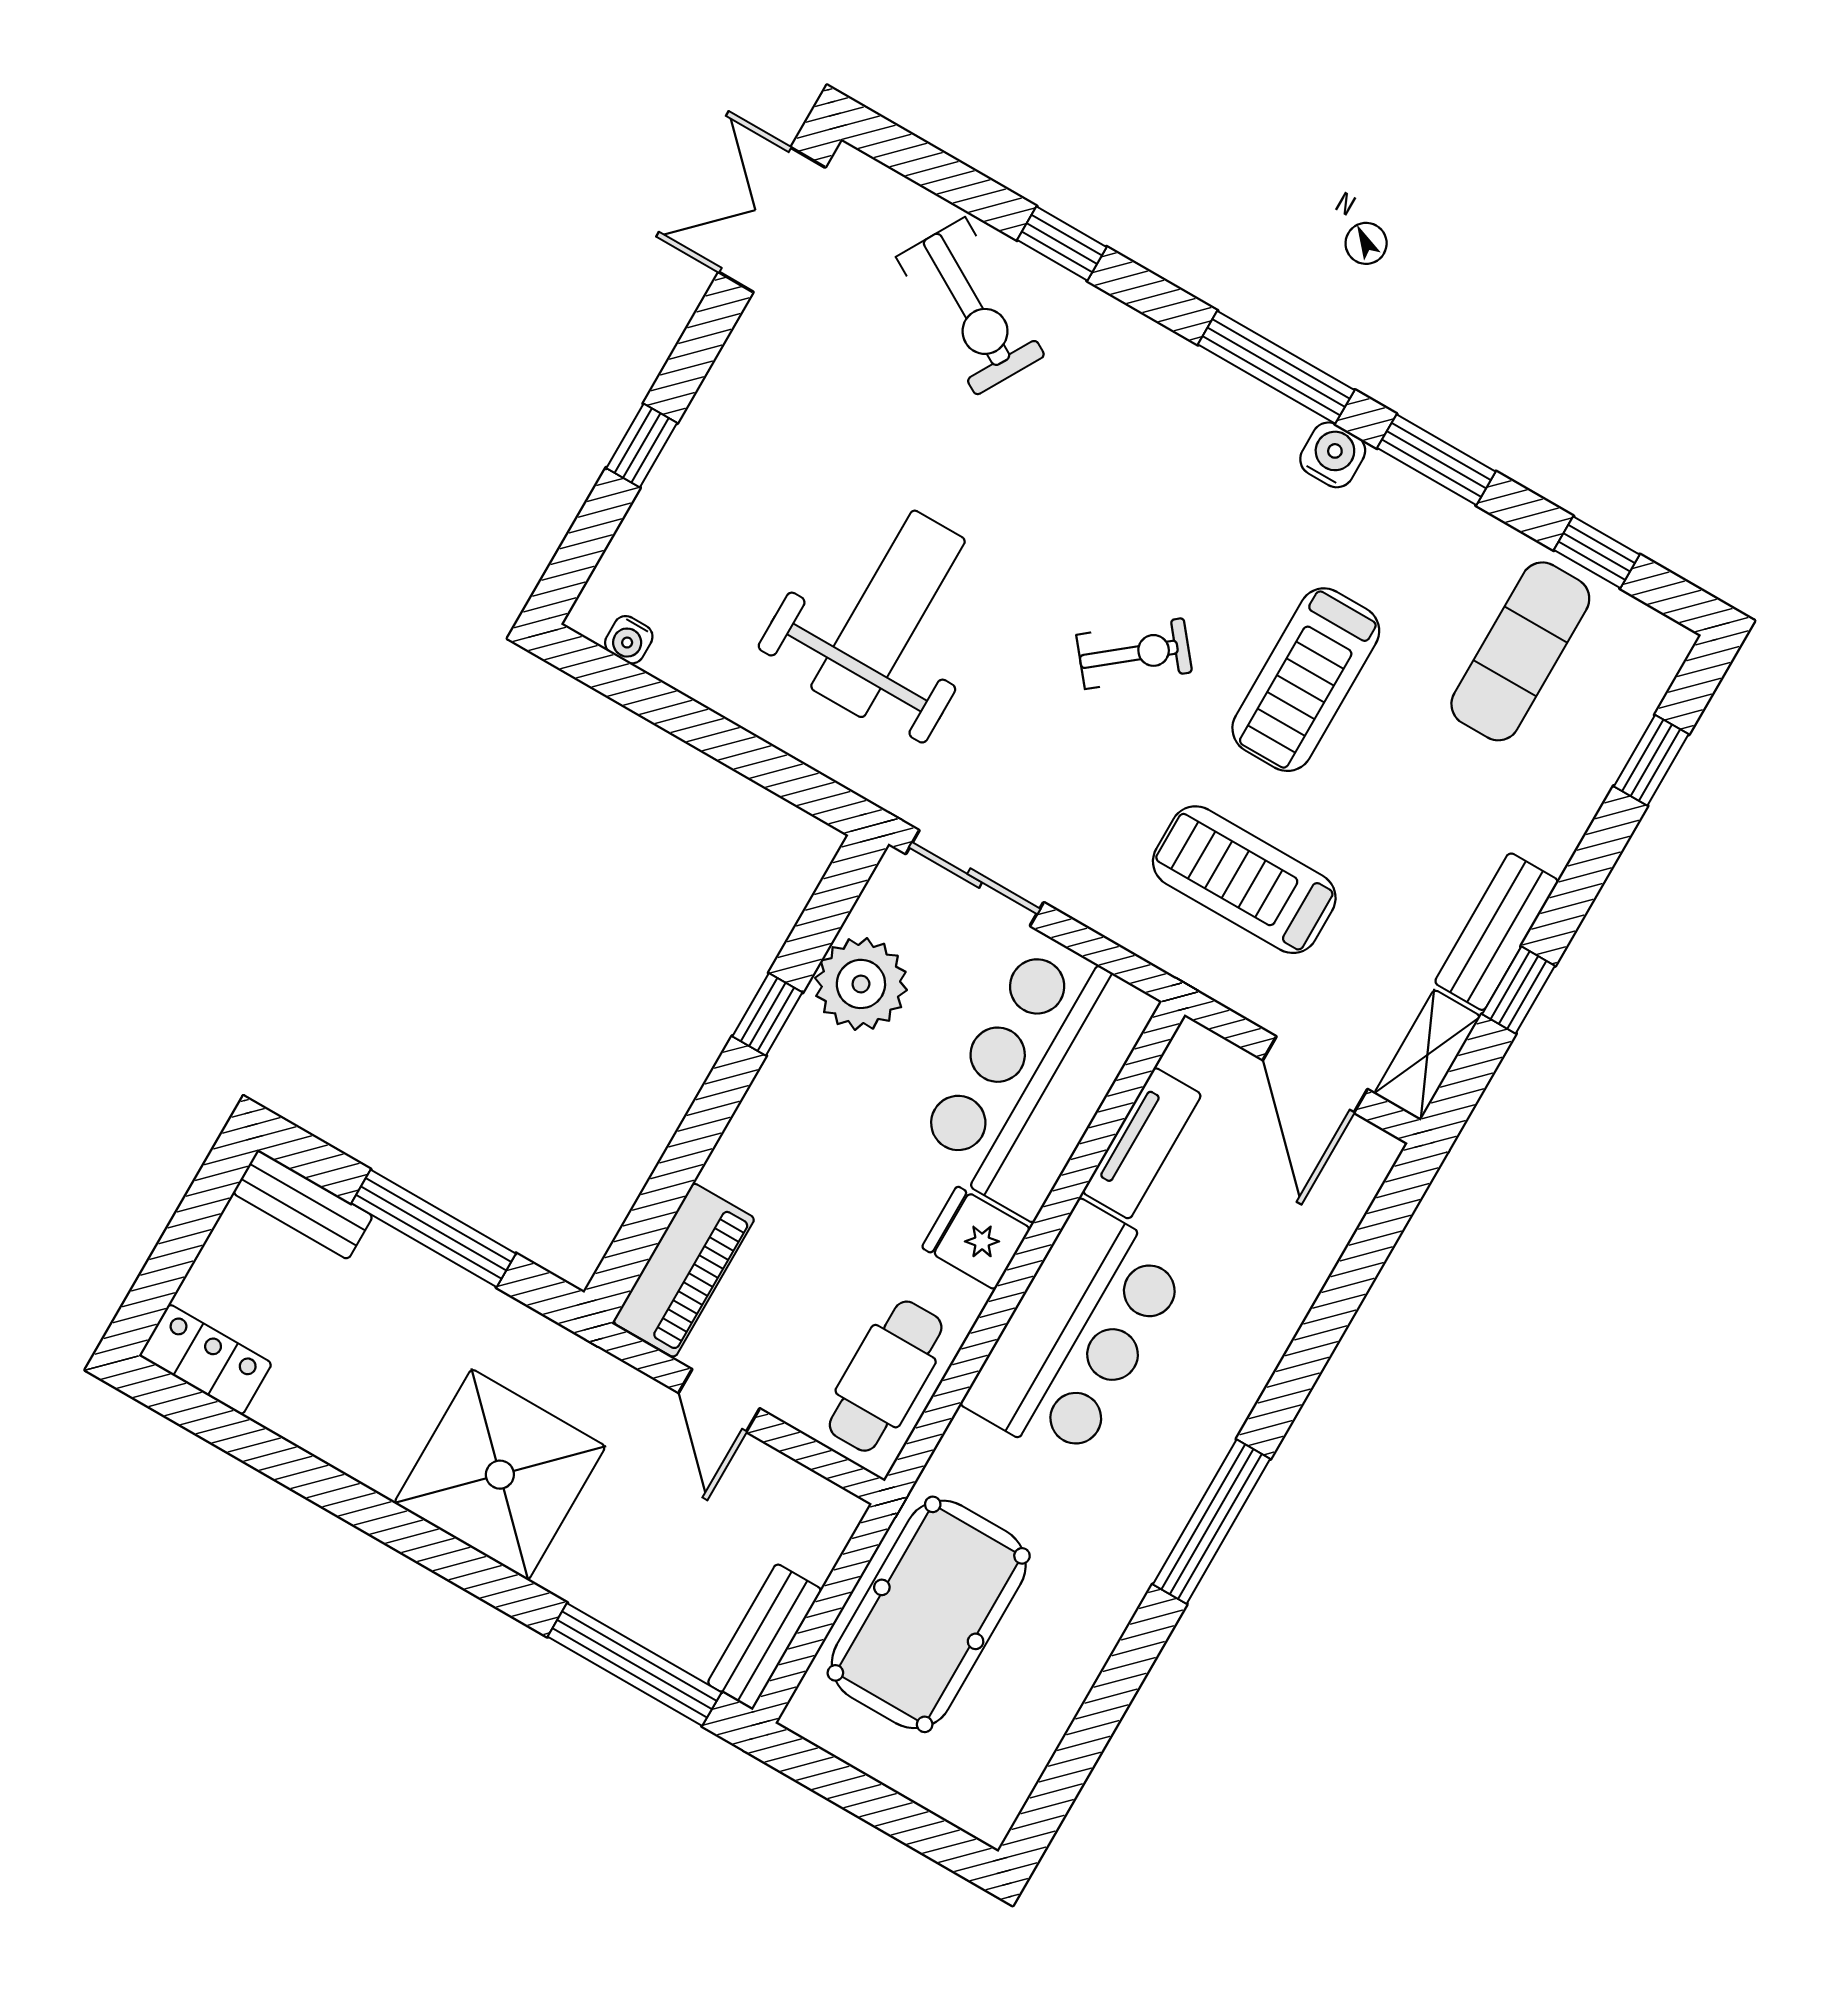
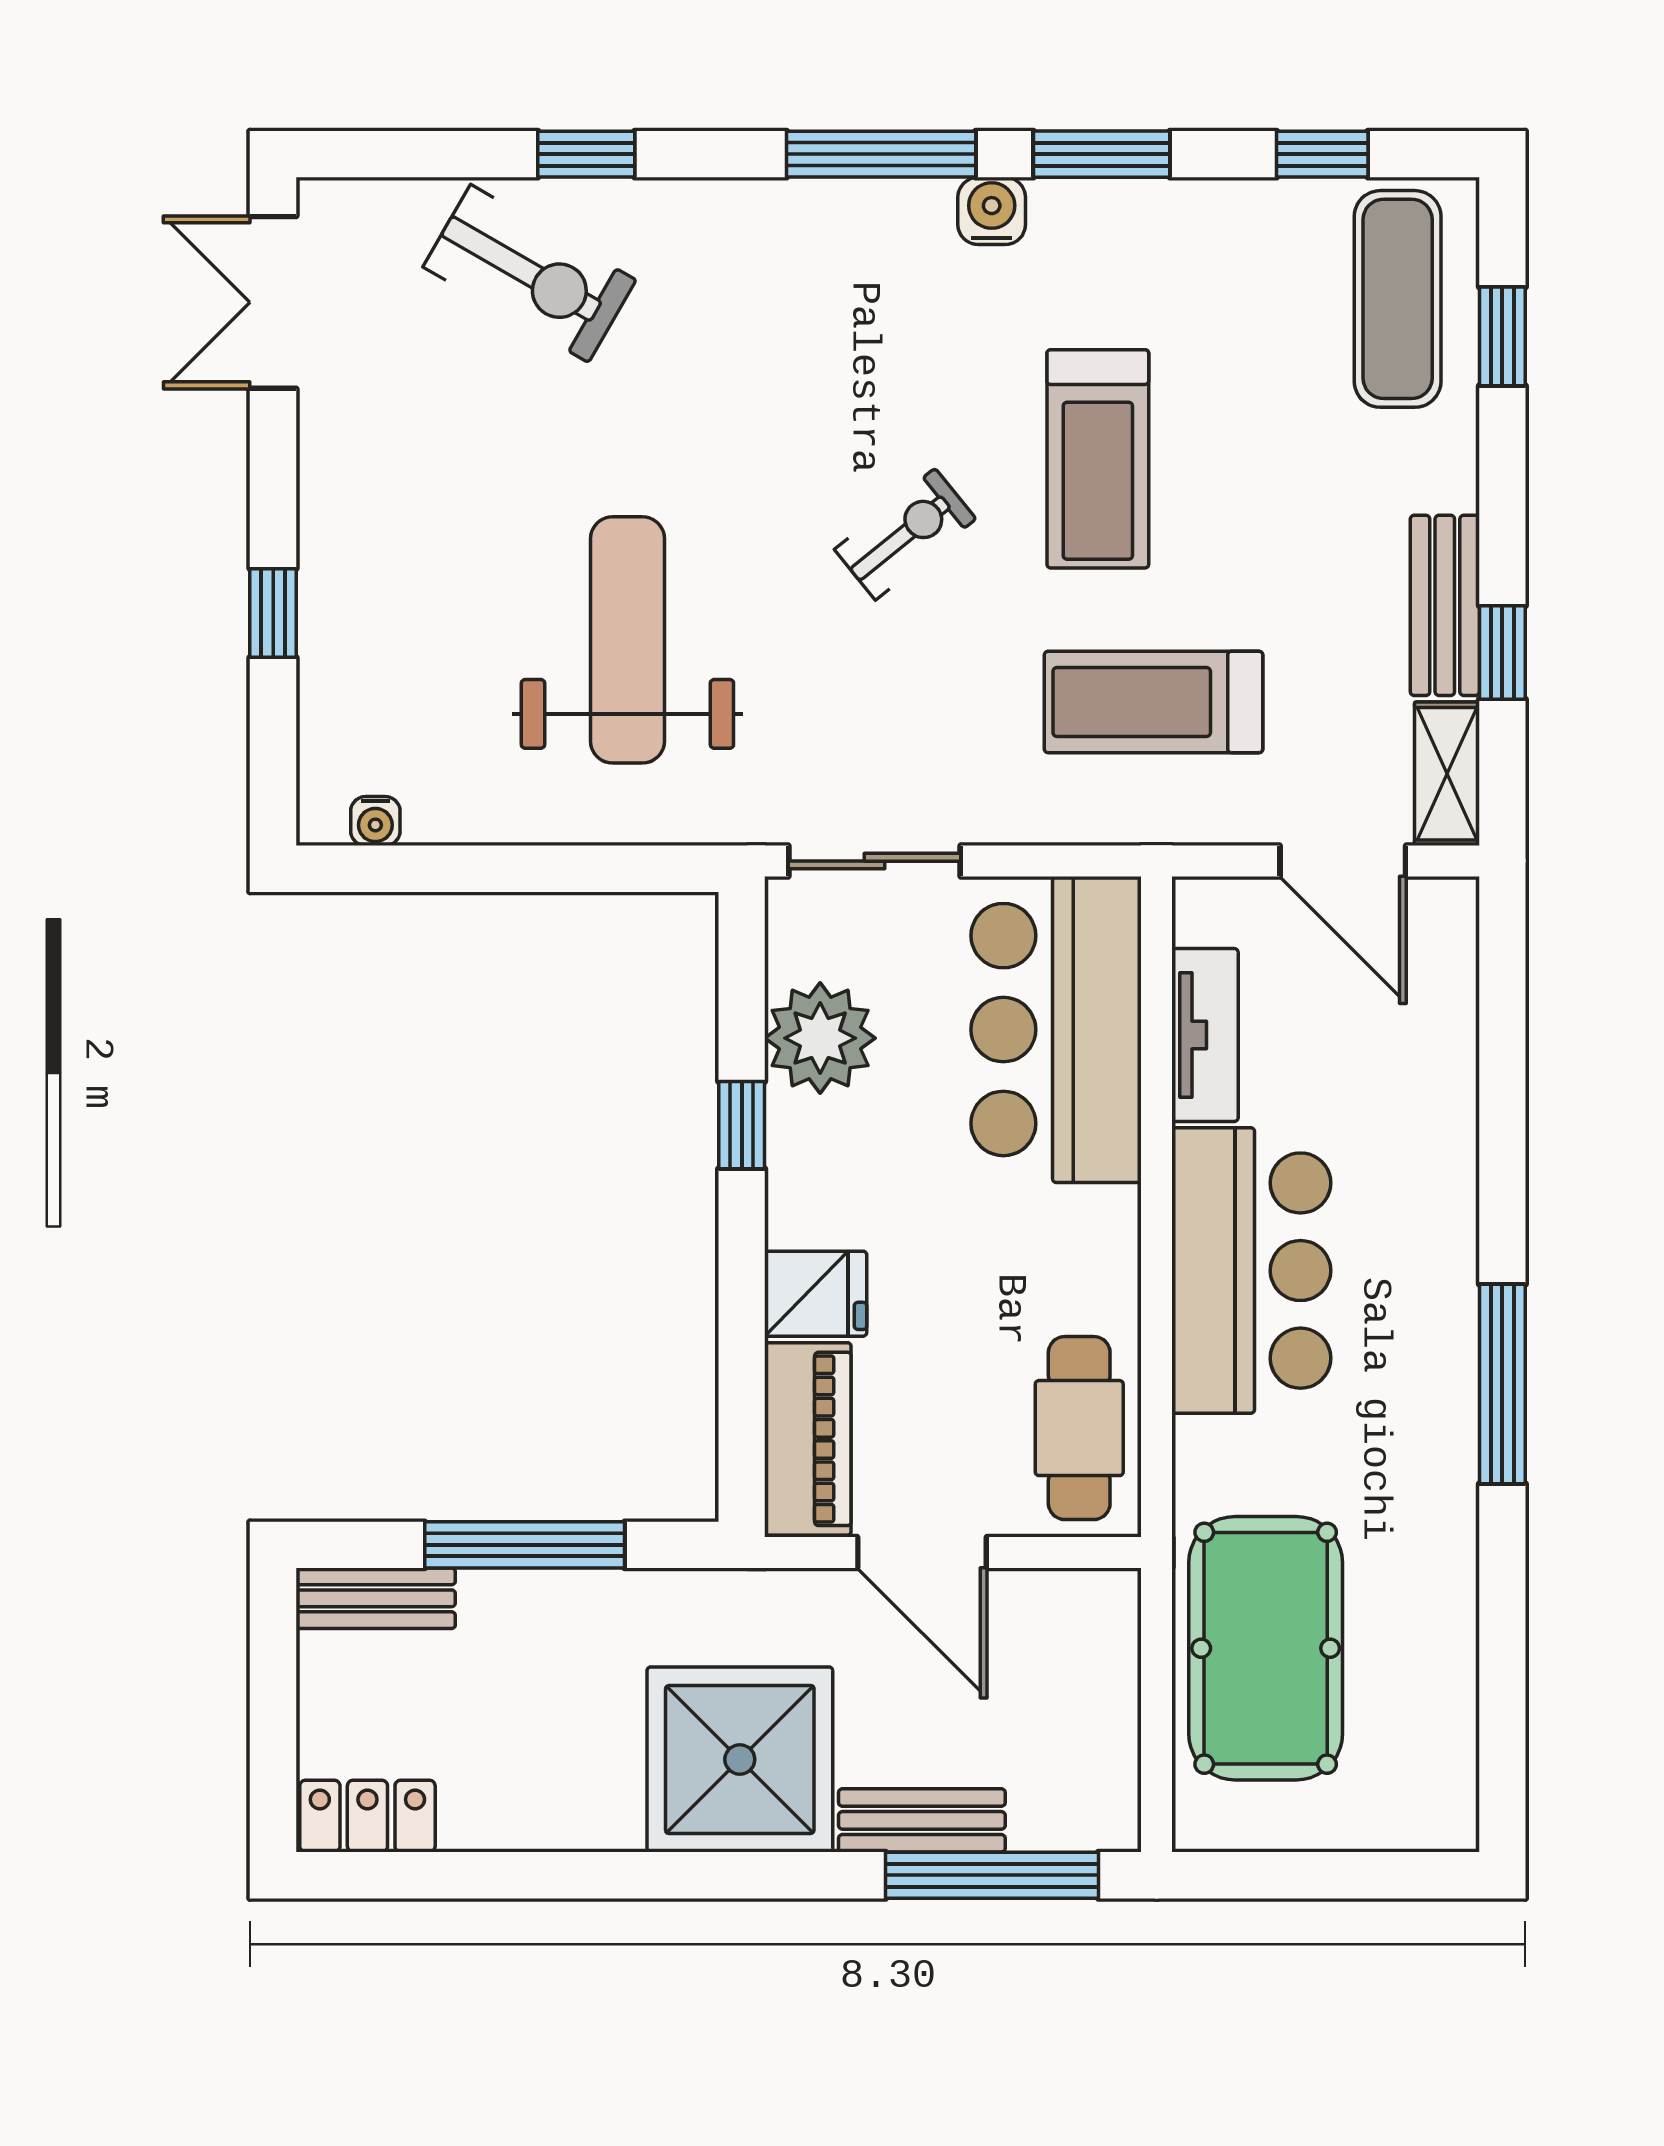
exercise mat: (1520, 651) -> (1398, 299), moved
fridge: (976, 1238) -> (816, 1294), moved, turned 180
door: (719, 1401) -> (922, 1553), width x1.38
bench: (765, 1637) -> (922, 1820), moved, turned 90

